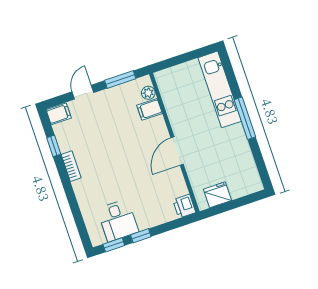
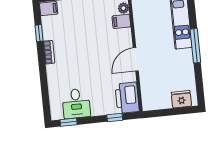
fridge: (217, 195) -> (181, 99), moved
printer: (184, 206) -> (127, 98), width x1.87, depth x1.48
window: (141, 236) -> (115, 118), moved

